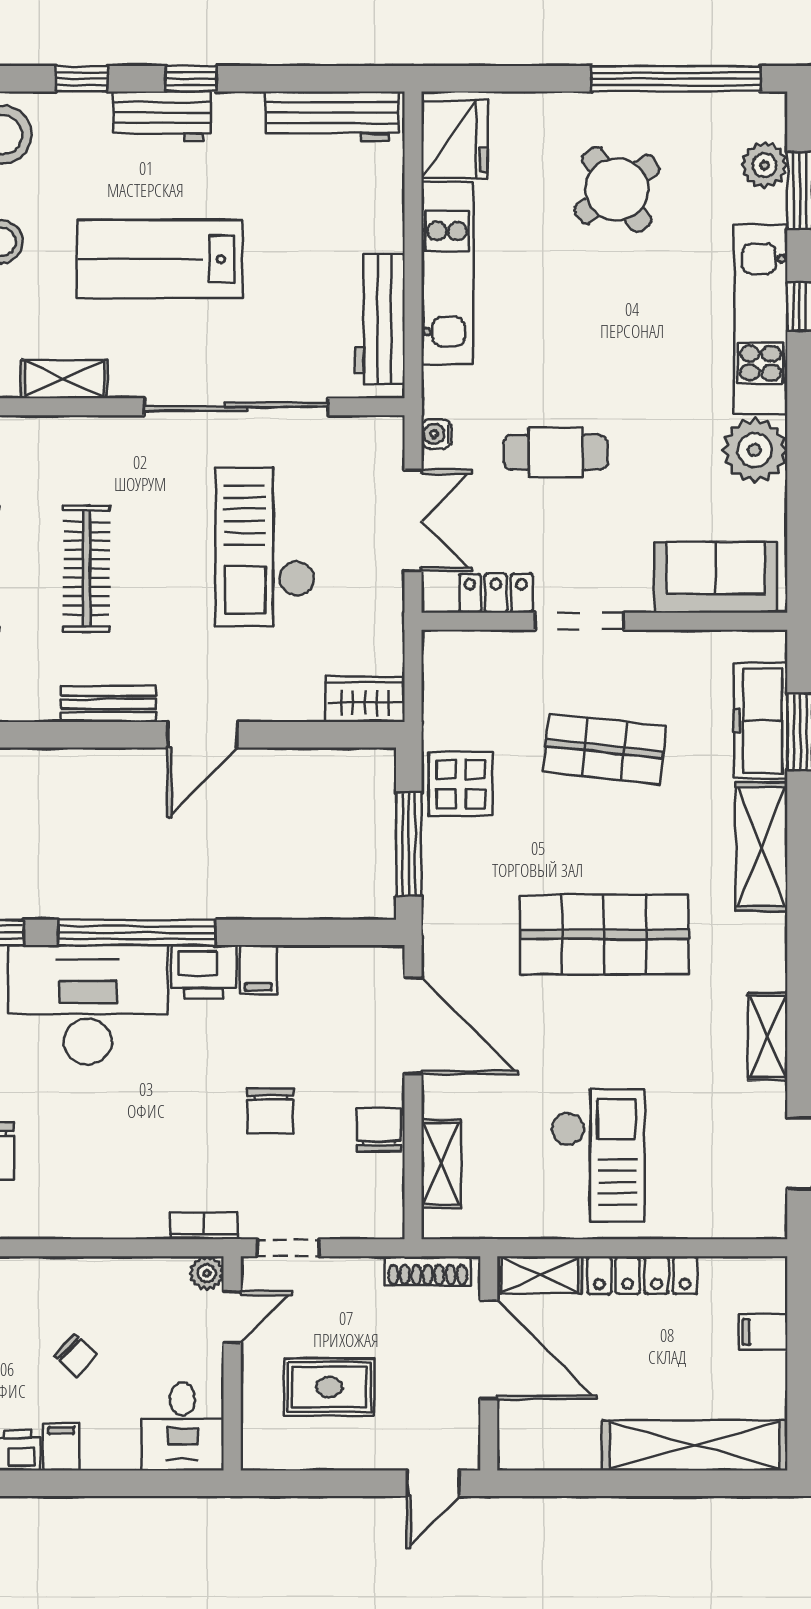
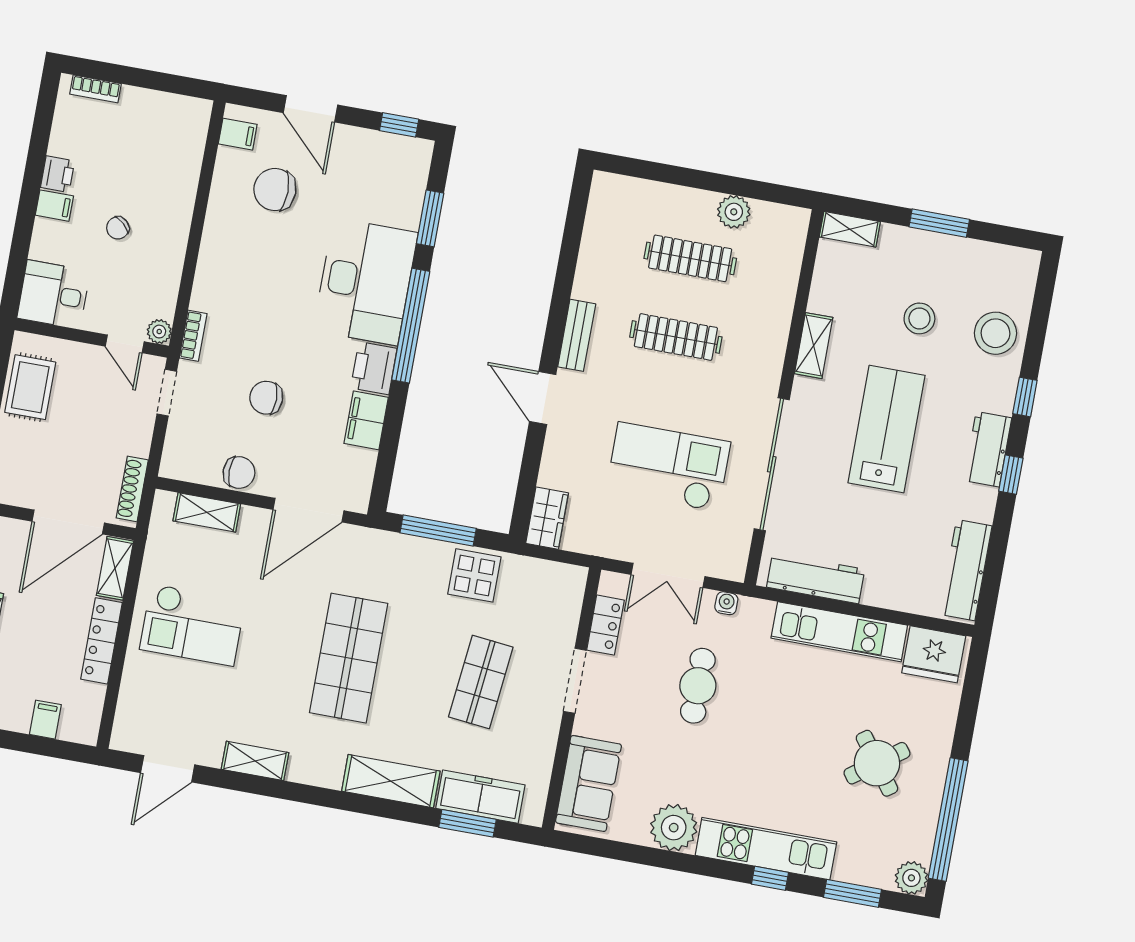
plant: (764, 165) -> (911, 878), moved
filing cabinet: (258, 970) -> (366, 420), width x2.00
rug: (329, 1387) -> (30, 387), moved

